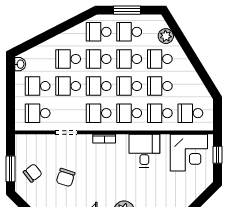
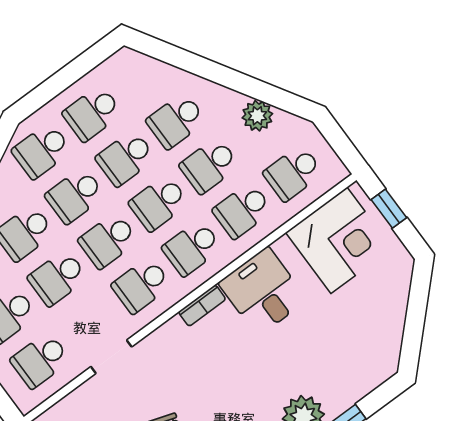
window: (127, 10) -> (62, 80), removed
plant: (166, 36) -> (257, 116), moved
bookcase: (104, 139) -> (202, 306), moved

